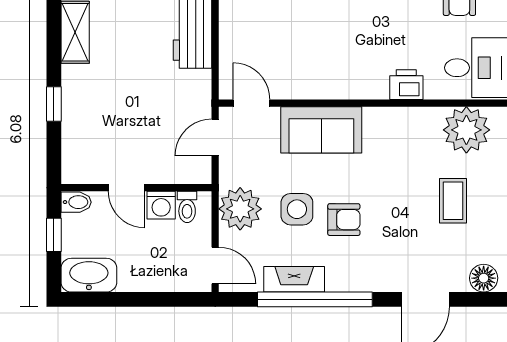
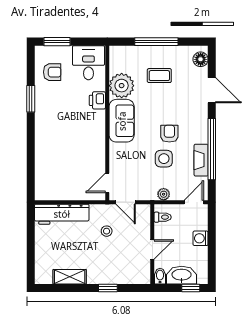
stool: (161, 102) -> (107, 231), added
sofa: (321, 130) -> (122, 121), moved
plant: (466, 130) -> (122, 86), moved
washing machine: (161, 205) -> (201, 238), moved, turned 180
plant: (240, 209) -> (164, 194), width x0.53, depth x0.53
window: (54, 235) -> (191, 288), moved
washbasin: (89, 275) -> (182, 275), moved, turned 90

